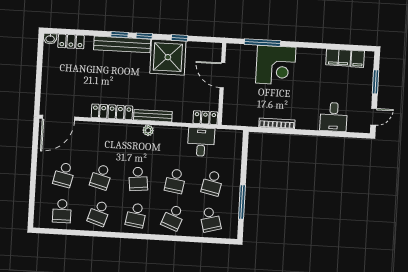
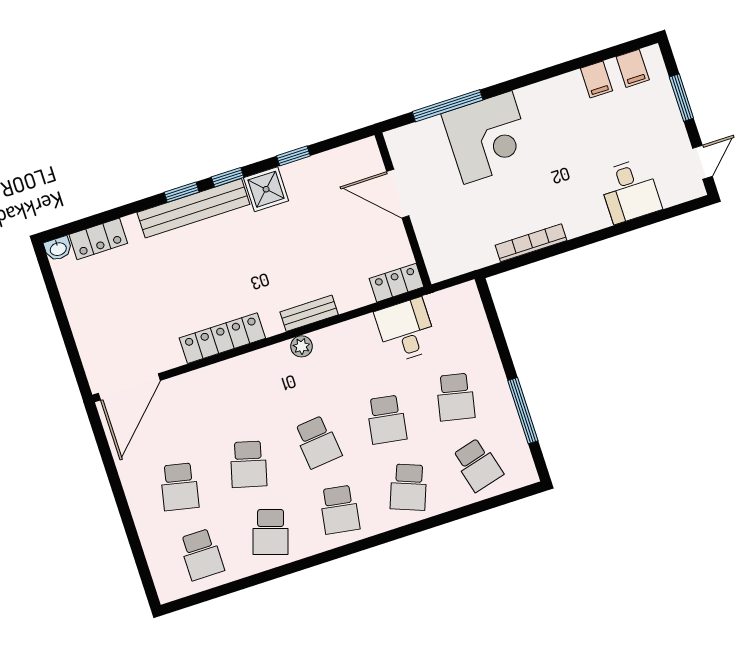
shower: (168, 57) -> (266, 189), width x0.54, depth x0.54
filing cabinet: (338, 58) -> (596, 80), width x0.50
bench: (153, 116) -> (309, 313), width x0.73

